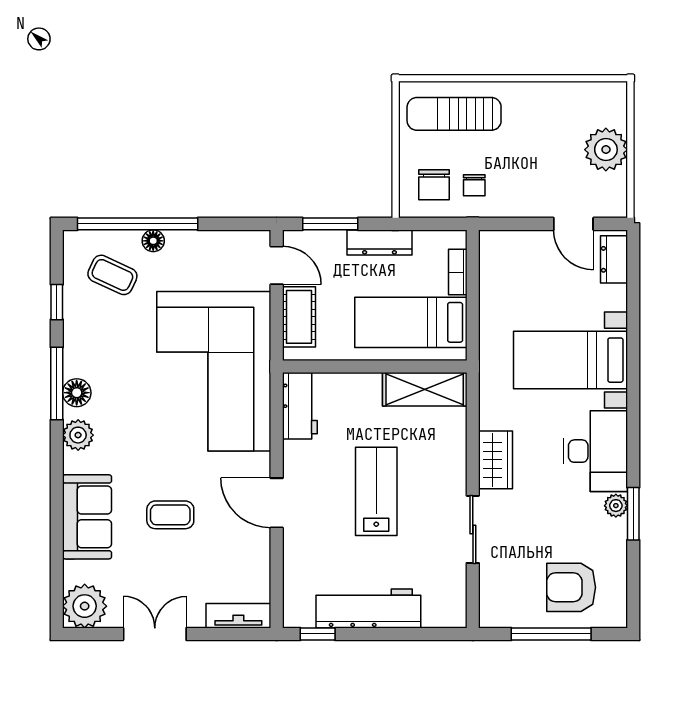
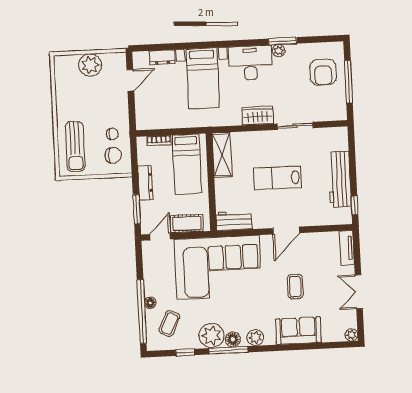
dresser: (614, 259) -> (162, 57), moved
plant: (86, 353) -> (212, 336), added
plant: (85, 606) -> (351, 335), width x0.53, depth x0.53

